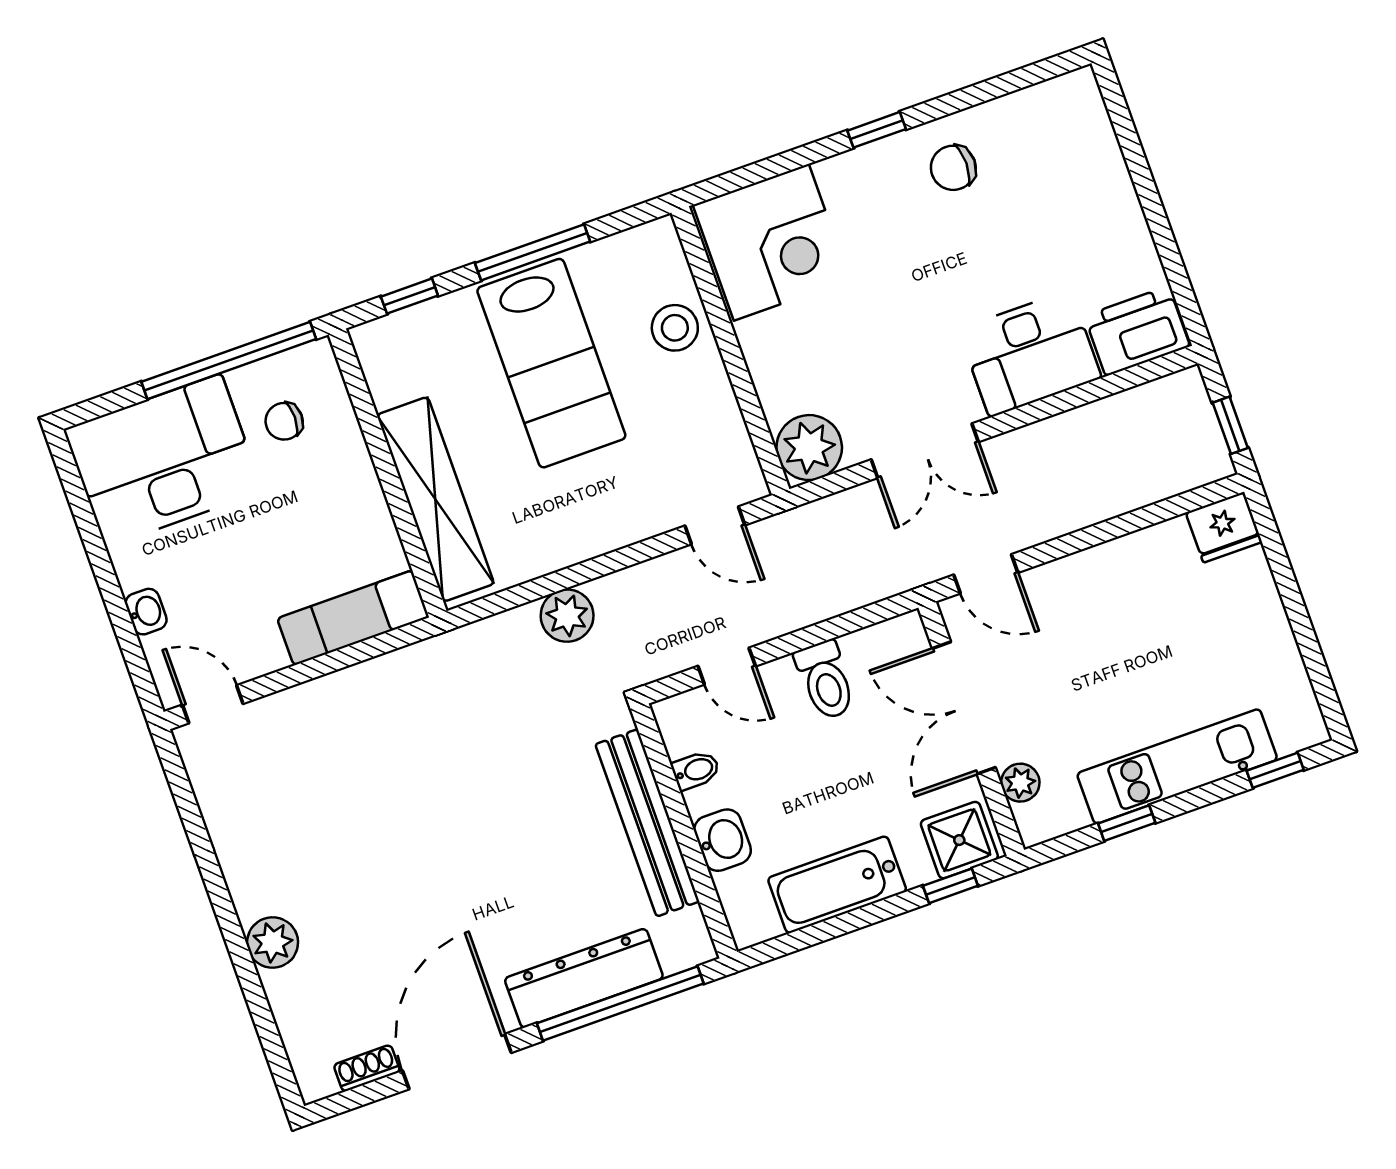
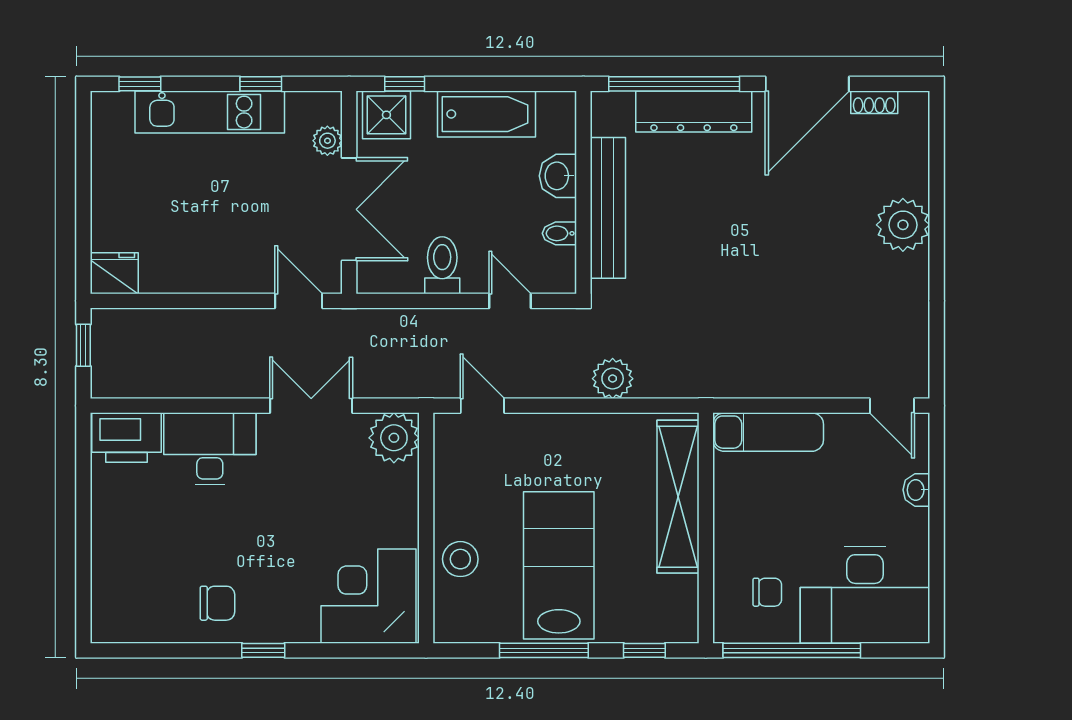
plant: (273, 942) -> (903, 225), width x1.36, depth x1.36

